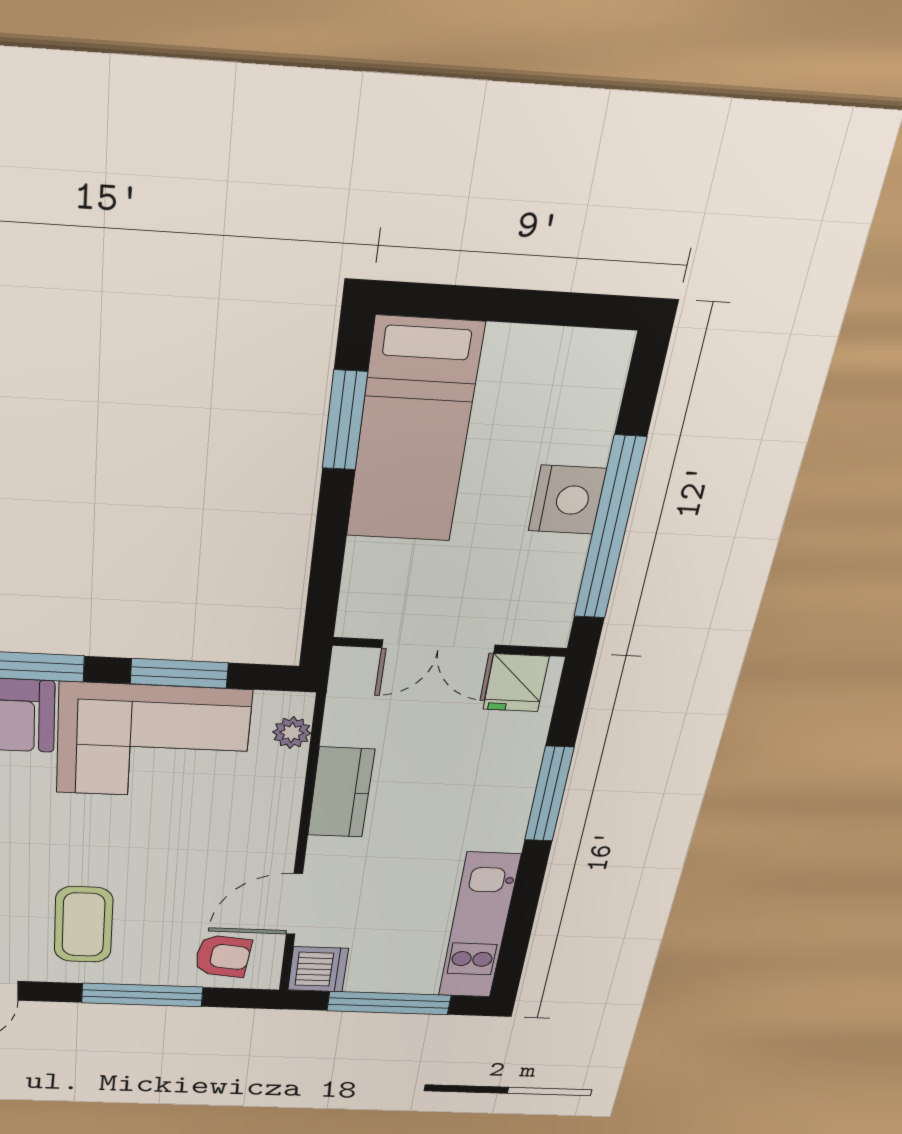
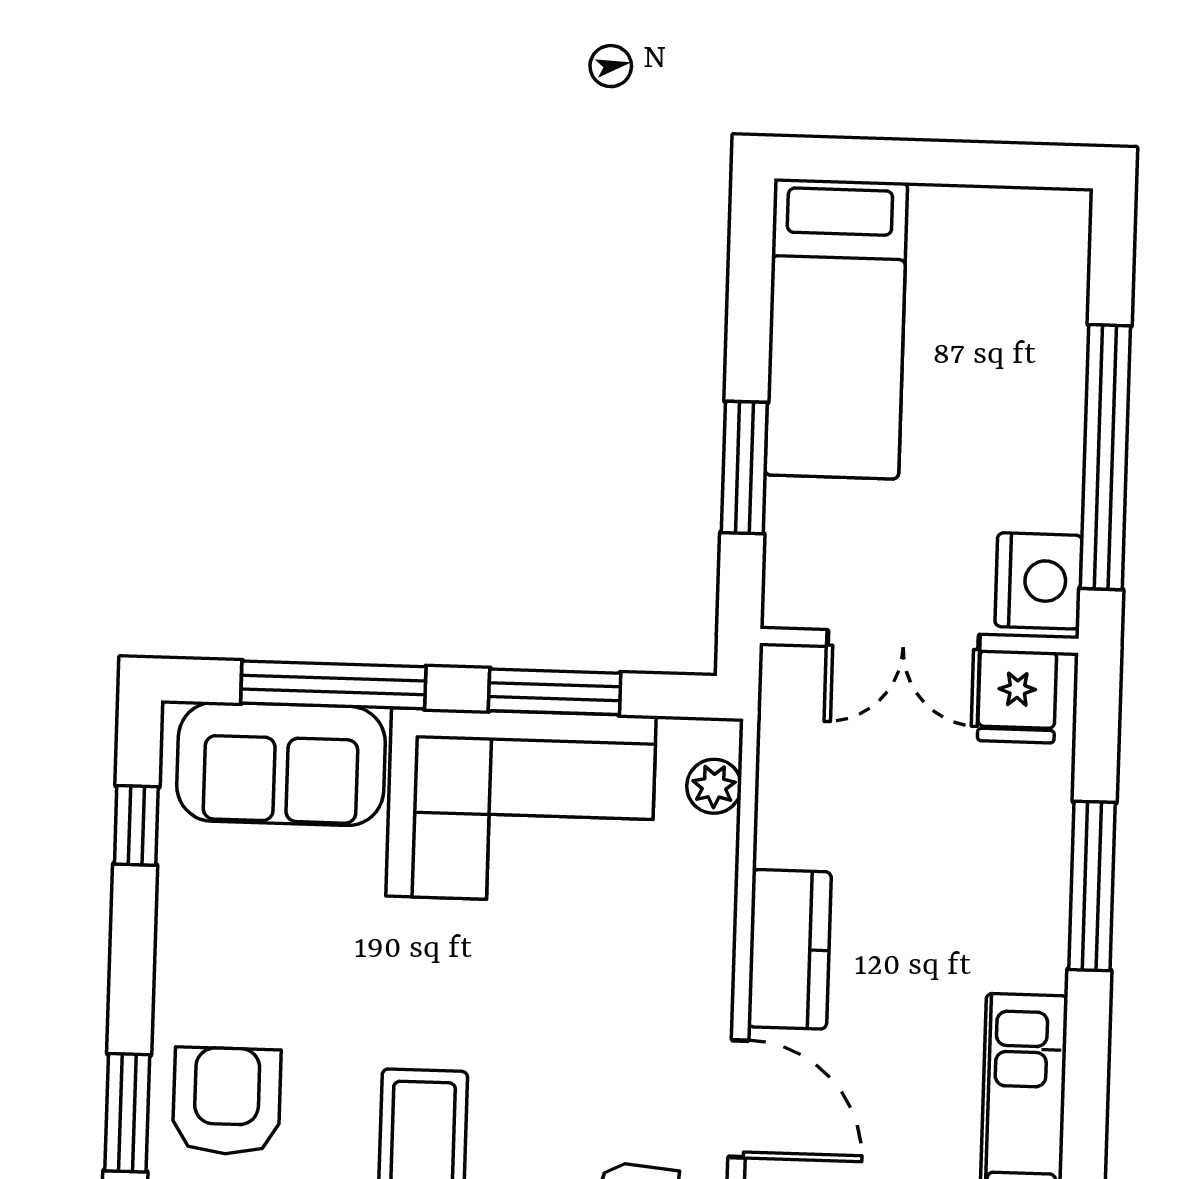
window: (345, 420) -> (744, 467), moved
nightstand: (567, 500) -> (1039, 581), moved
kitchen counter: (341, 793) -> (789, 949), moved
door: (294, 904) -> (738, 1099), swing flipped

